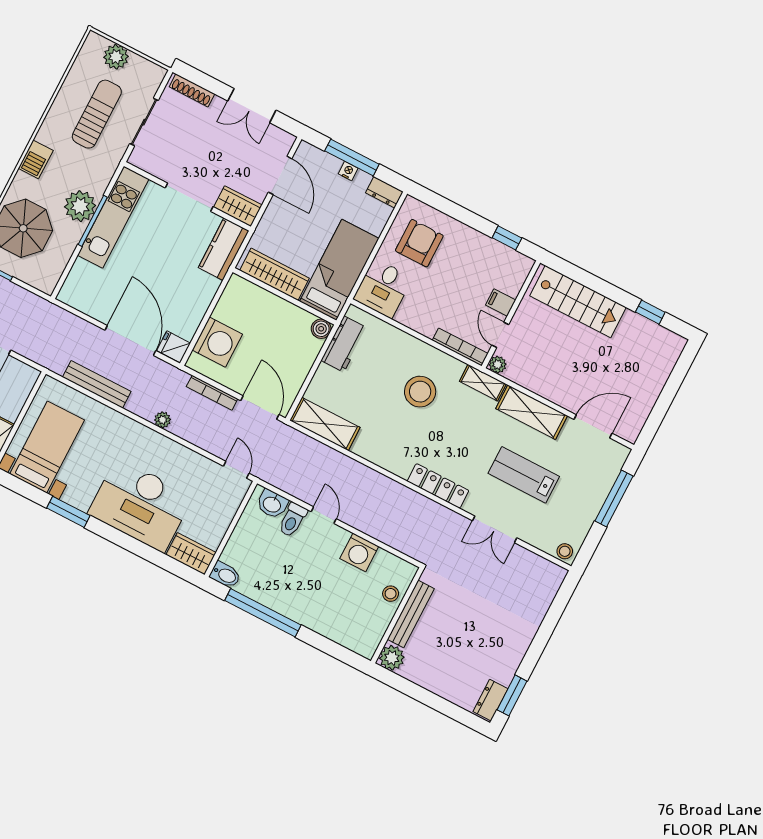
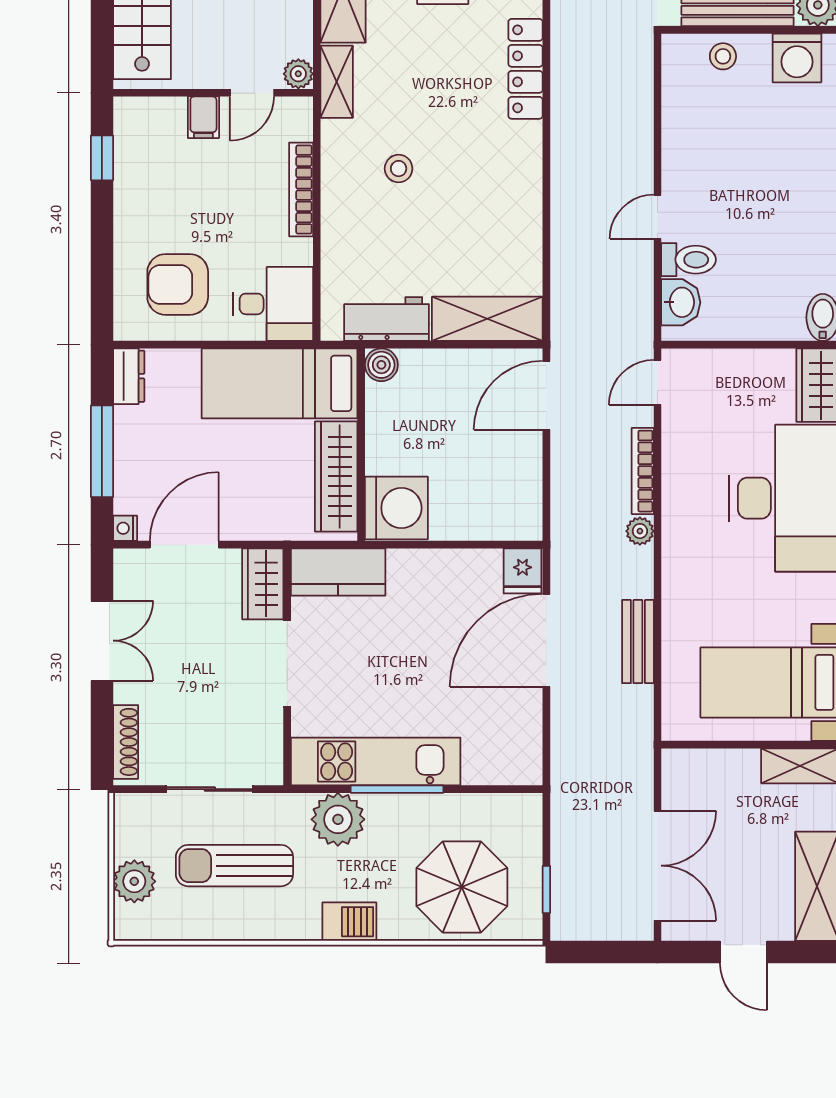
nightstand: (348, 171) -> (125, 528), moved
plant: (80, 206) -> (338, 819), moved
washing machine: (217, 342) -> (396, 508), moved, turned 90
bookcase: (460, 347) -> (301, 189), moved
bench: (97, 384) -> (638, 642), width x0.73
stool: (420, 392) -> (399, 169), width x0.53, depth x0.53
bookcase: (212, 393) -> (643, 471), moved, turned 180
shelving: (325, 424) -> (487, 319), moved, turned 90
washing machine: (359, 552) -> (797, 58), moved, turned 90

